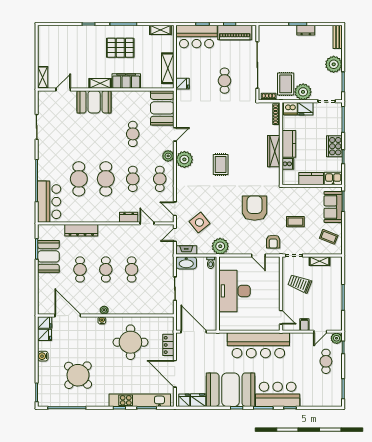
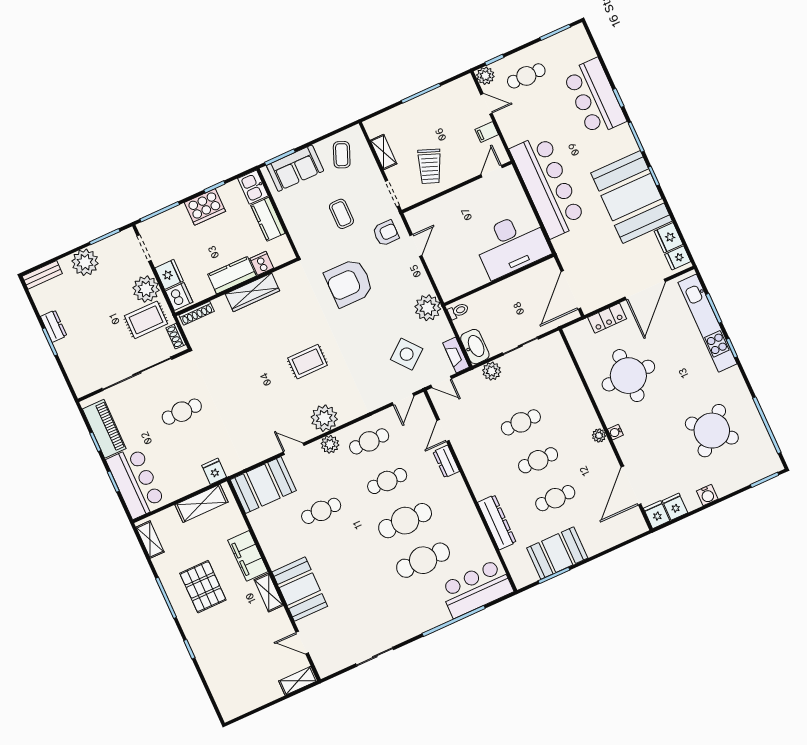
plant: (168, 266) -> (492, 371), added
desk: (234, 291) -> (511, 245), moved
bar counter: (278, 394) -> (594, 97), moved

